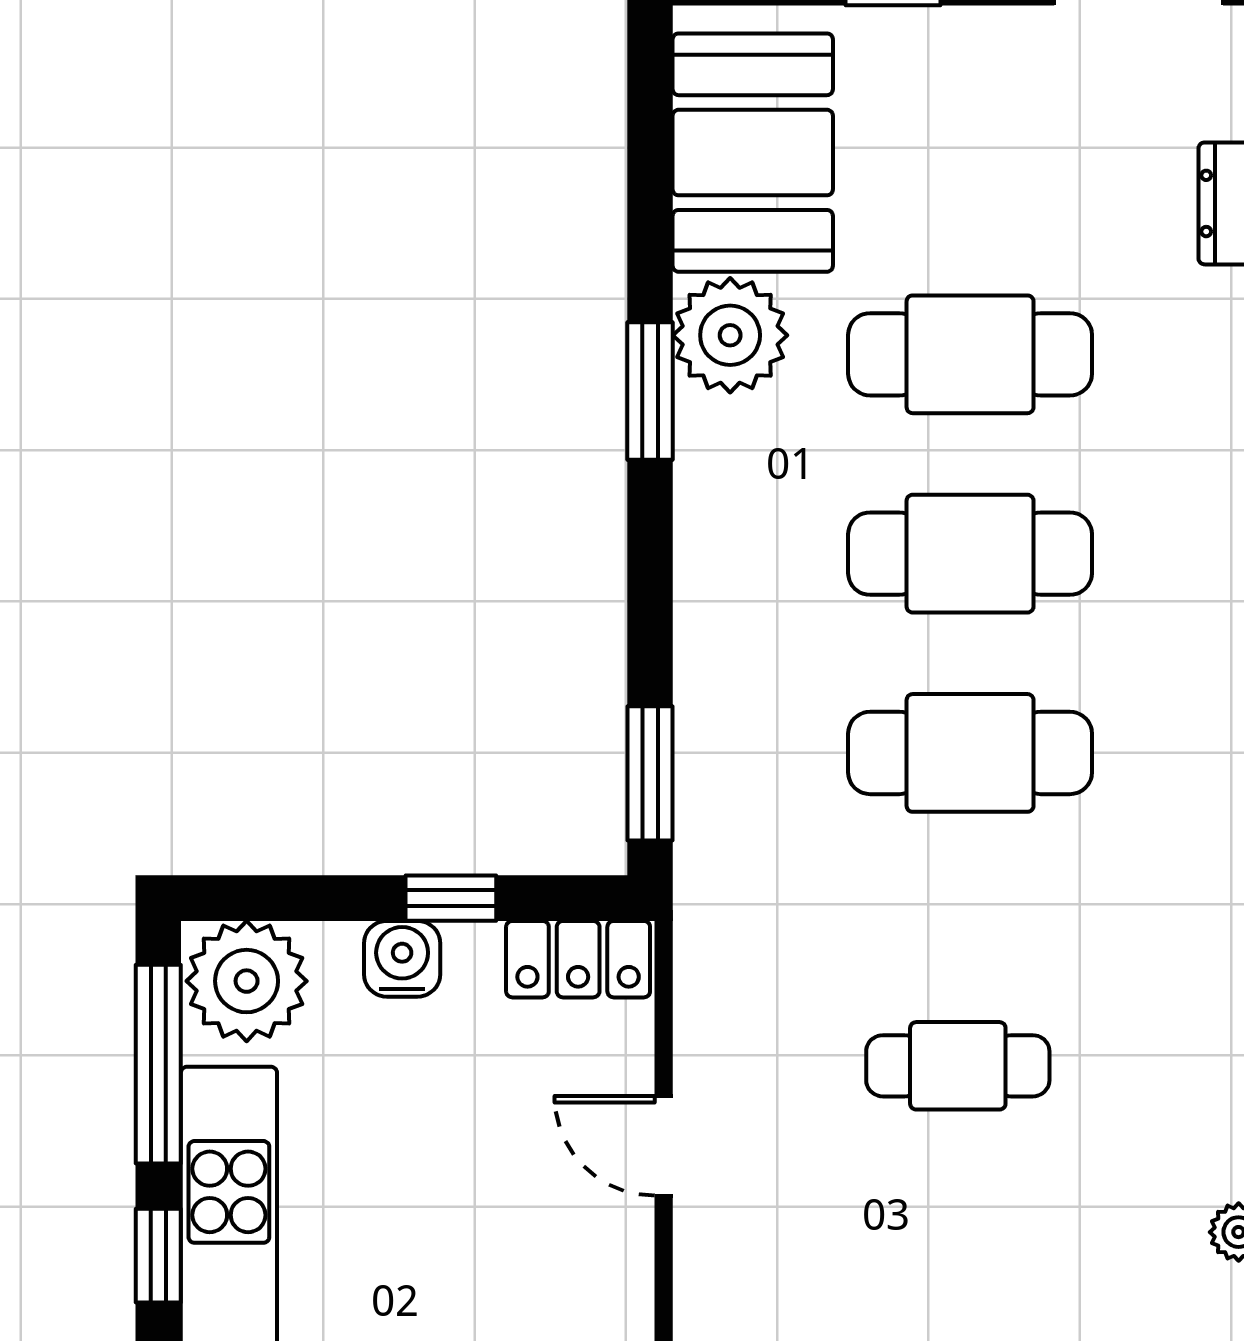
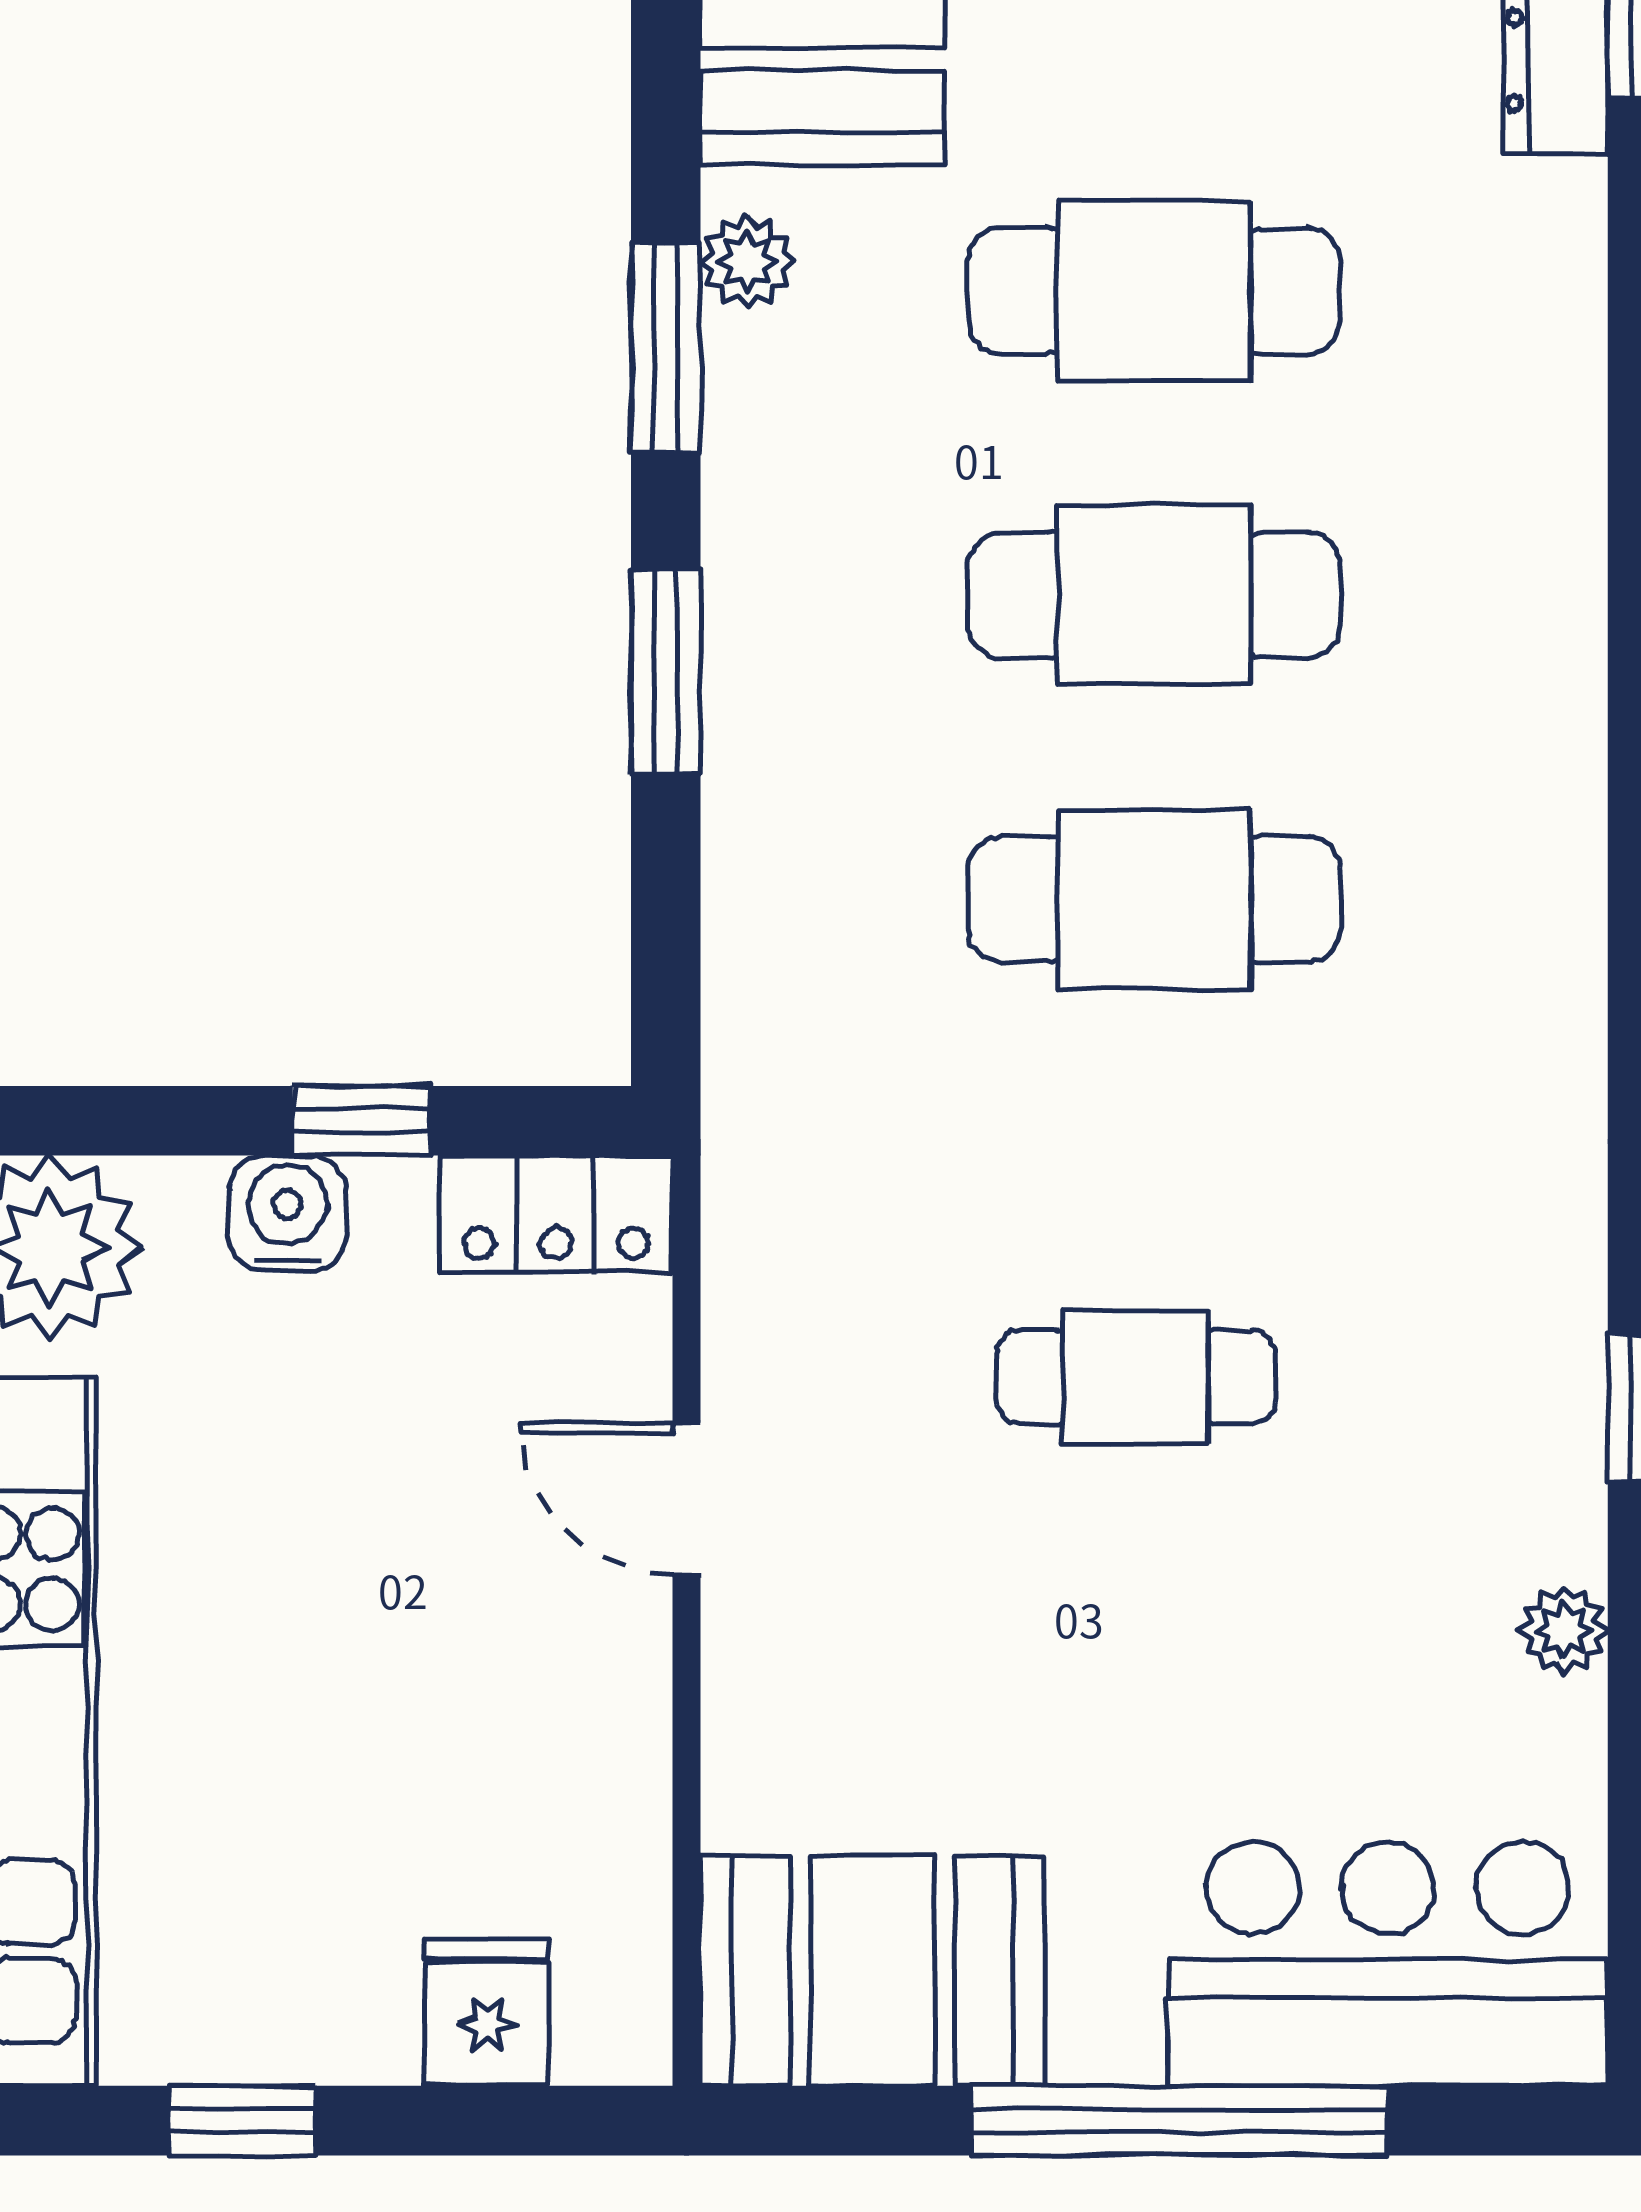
plant: (730, 335) -> (747, 262), width x0.53, depth x0.53
window: (650, 773) -> (666, 672), moved

